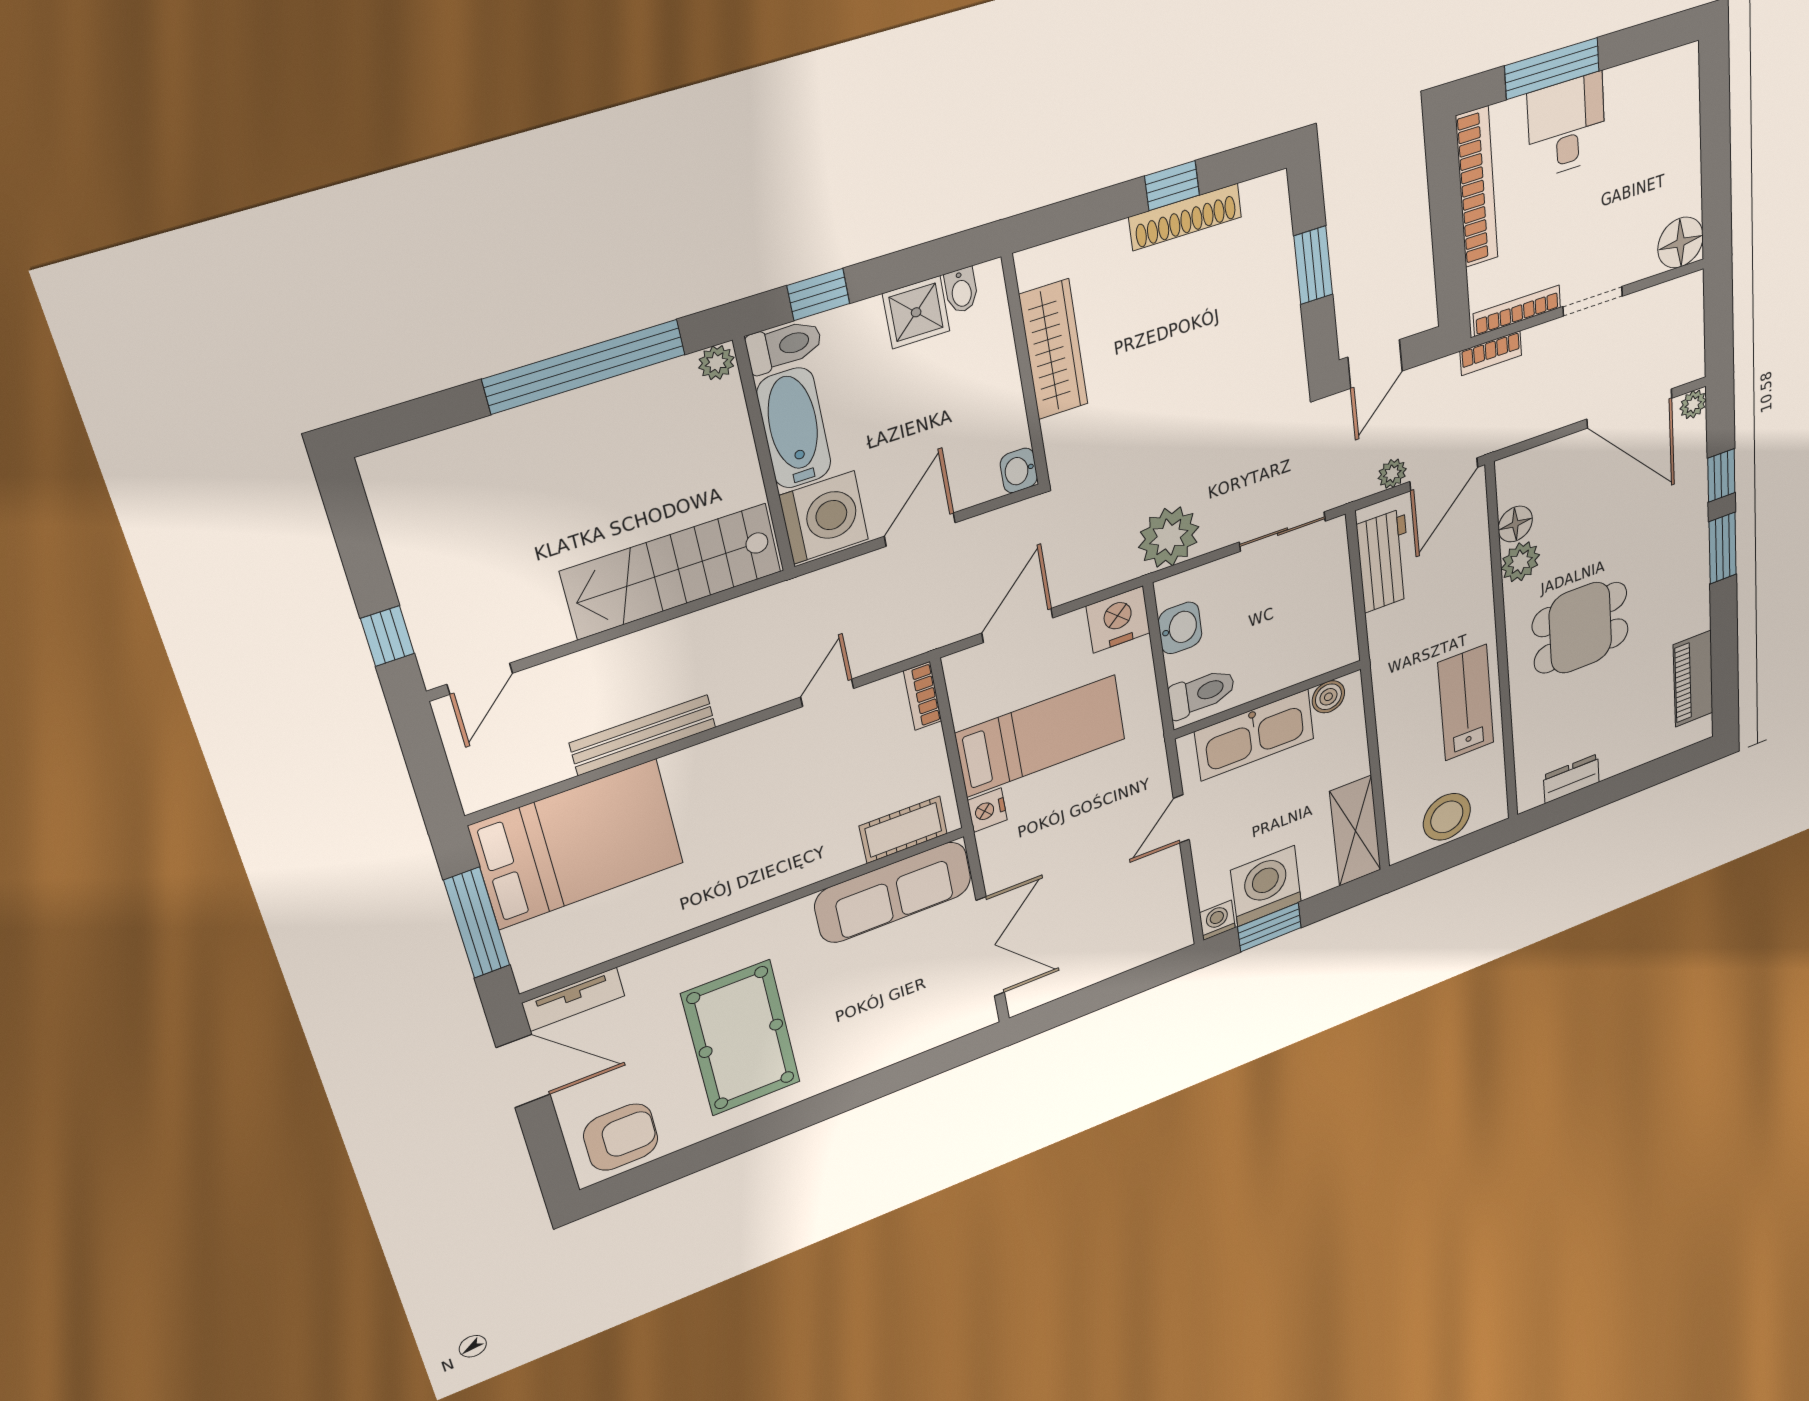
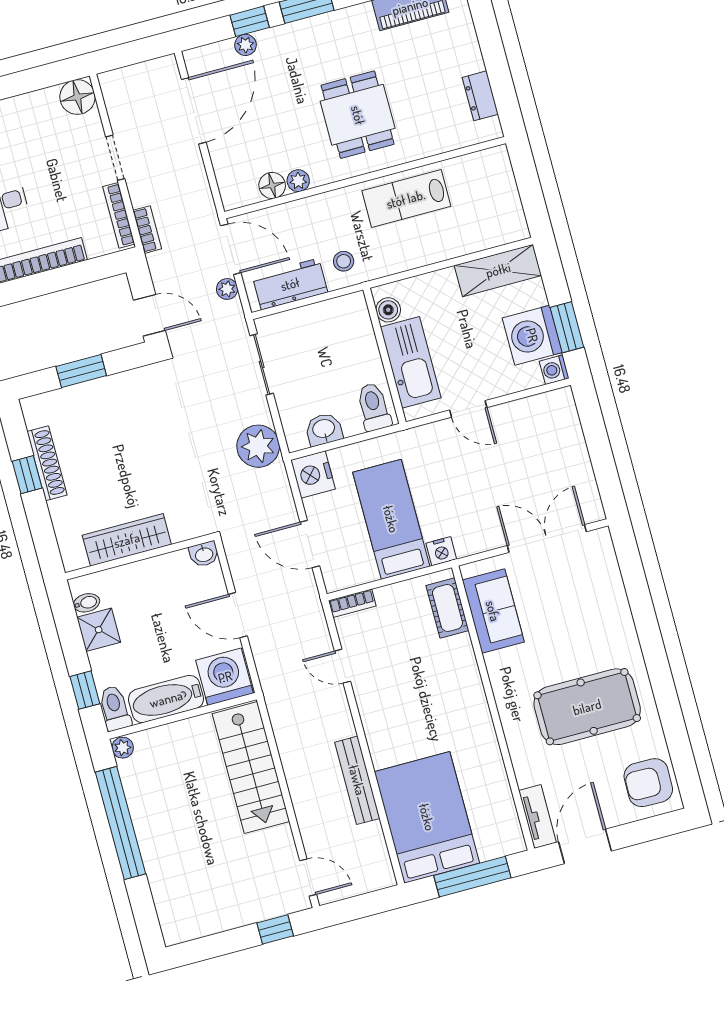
plant: (1693, 404) -> (246, 45), moved
plant: (1520, 562) -> (298, 181), width x0.73, depth x0.73
stool: (1447, 817) -> (344, 261), moved, width x0.53, depth x0.53
sofa: (893, 892) -> (493, 611), width x0.73
armchair: (621, 1137) -> (648, 783), turned -89

